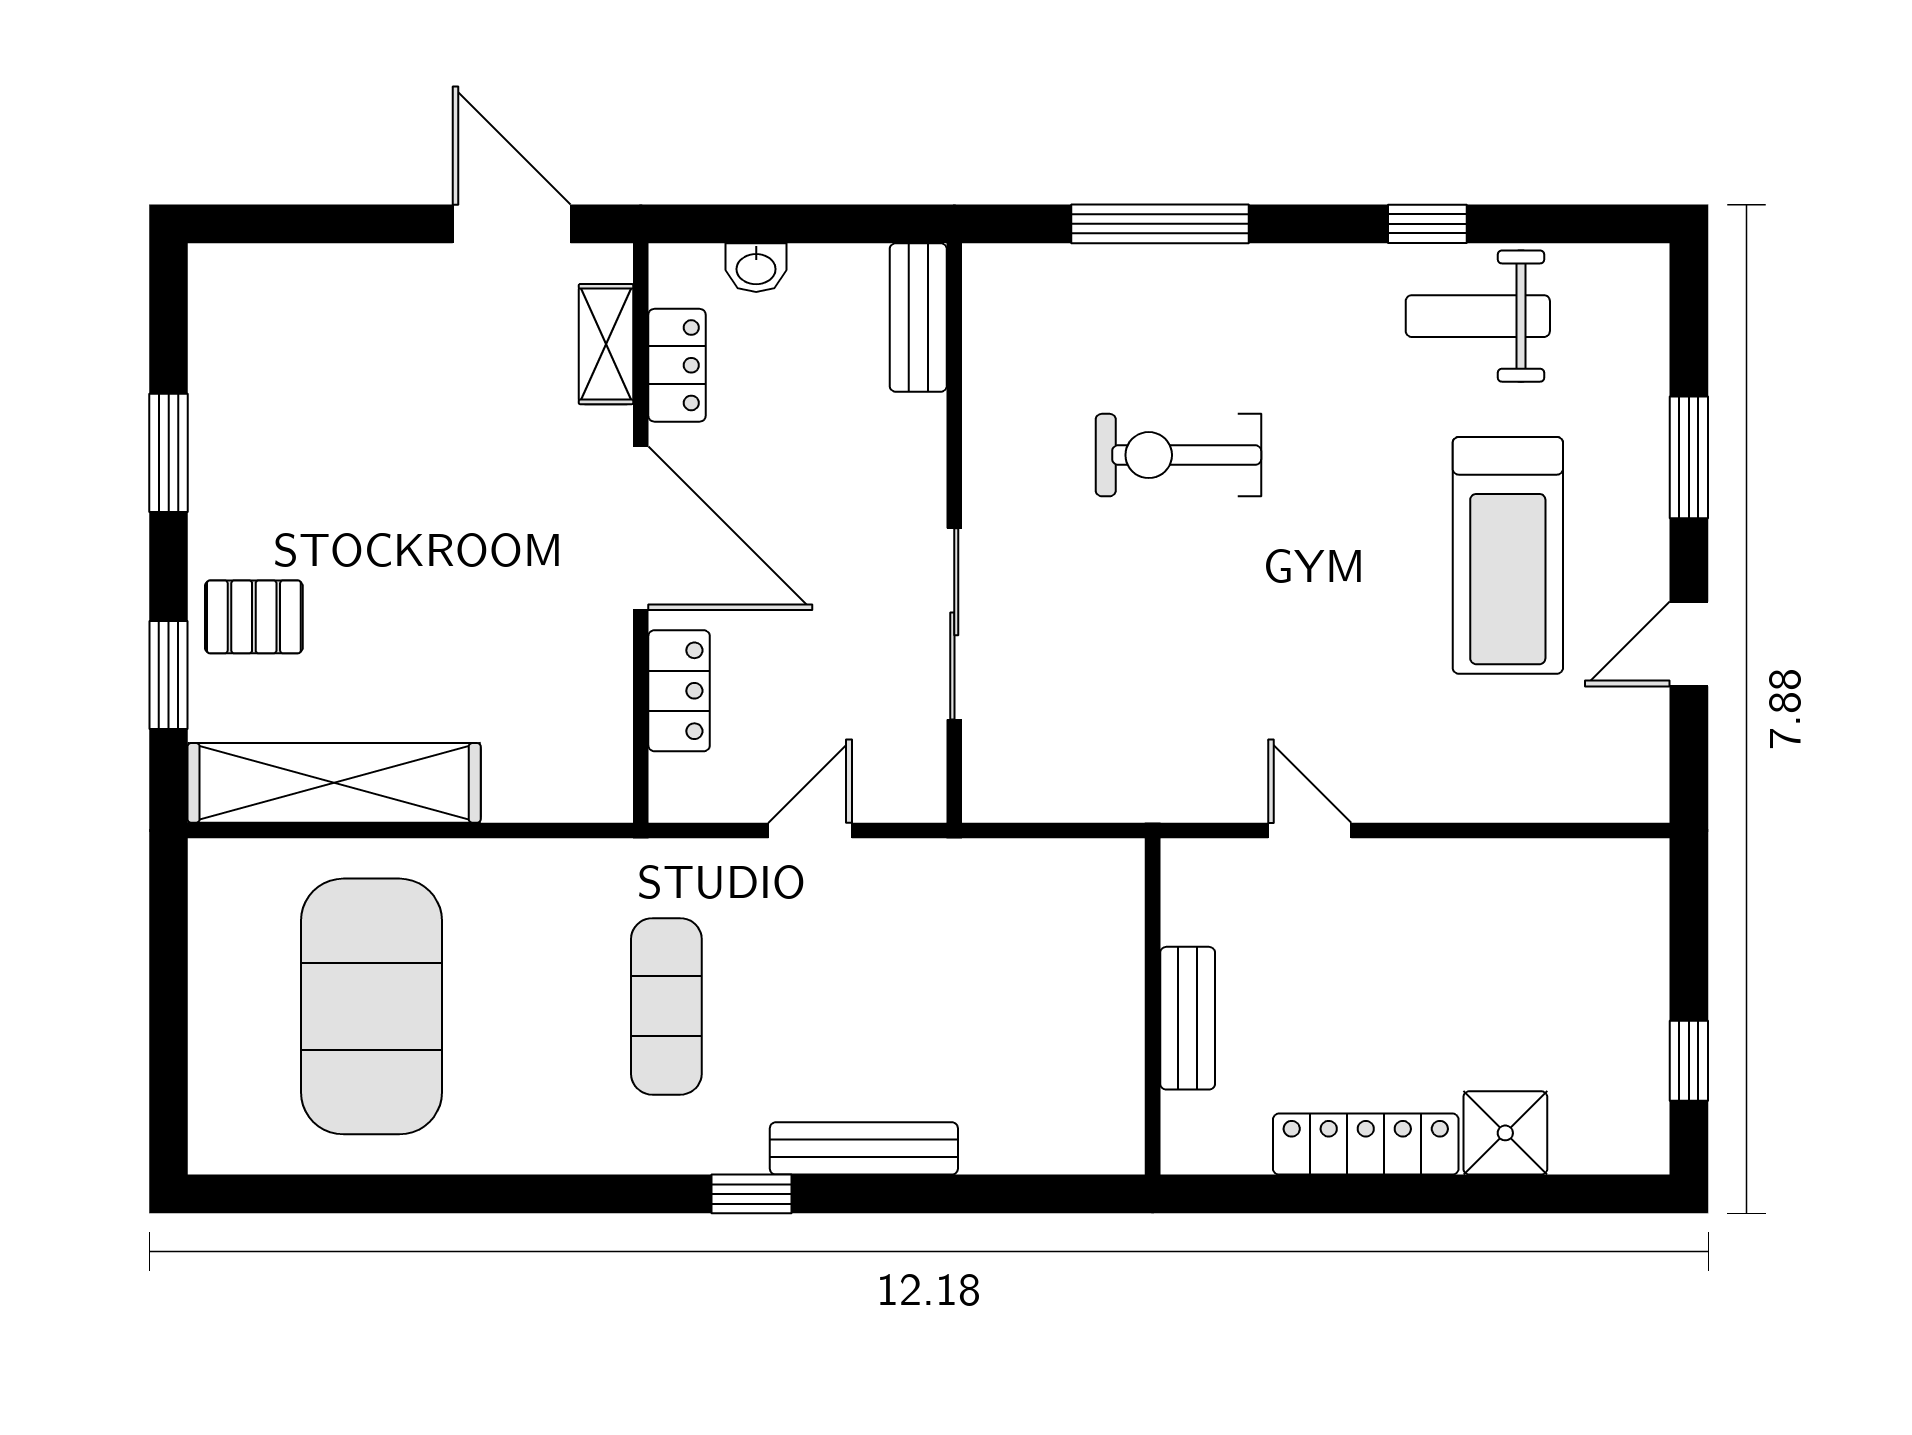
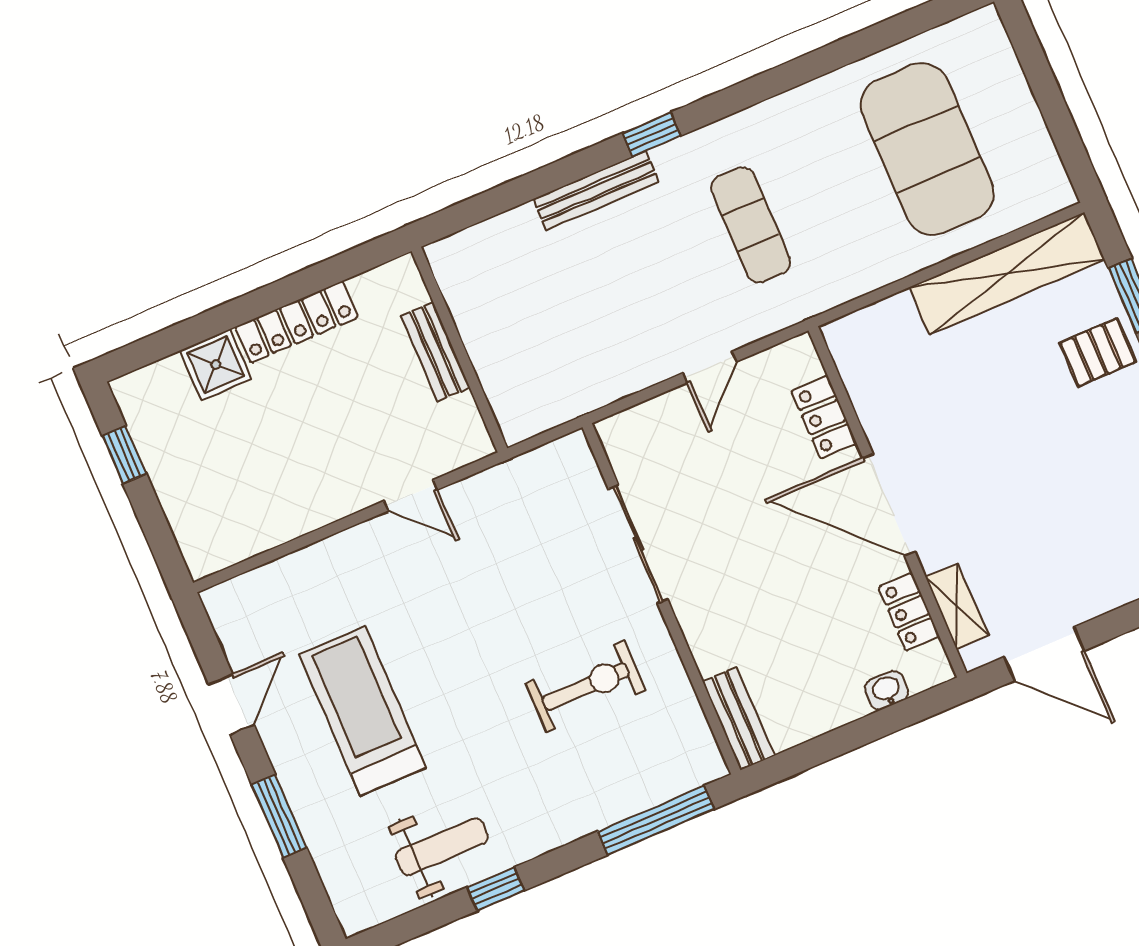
bench: (918, 317) -> (738, 719), moved
wall: (954, 533) -> (661, 599), moved
sliding door: (954, 624) -> (638, 544), moved

